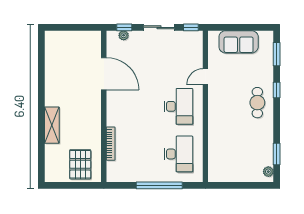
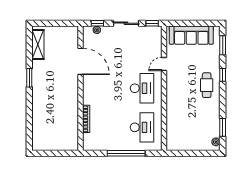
sofa: (239, 42) -> (191, 35), width x1.36
window: (41, 94) -> (29, 78), added
shelving: (52, 125) -> (38, 44), moved
pallet: (80, 164) -> (61, 136), removed

